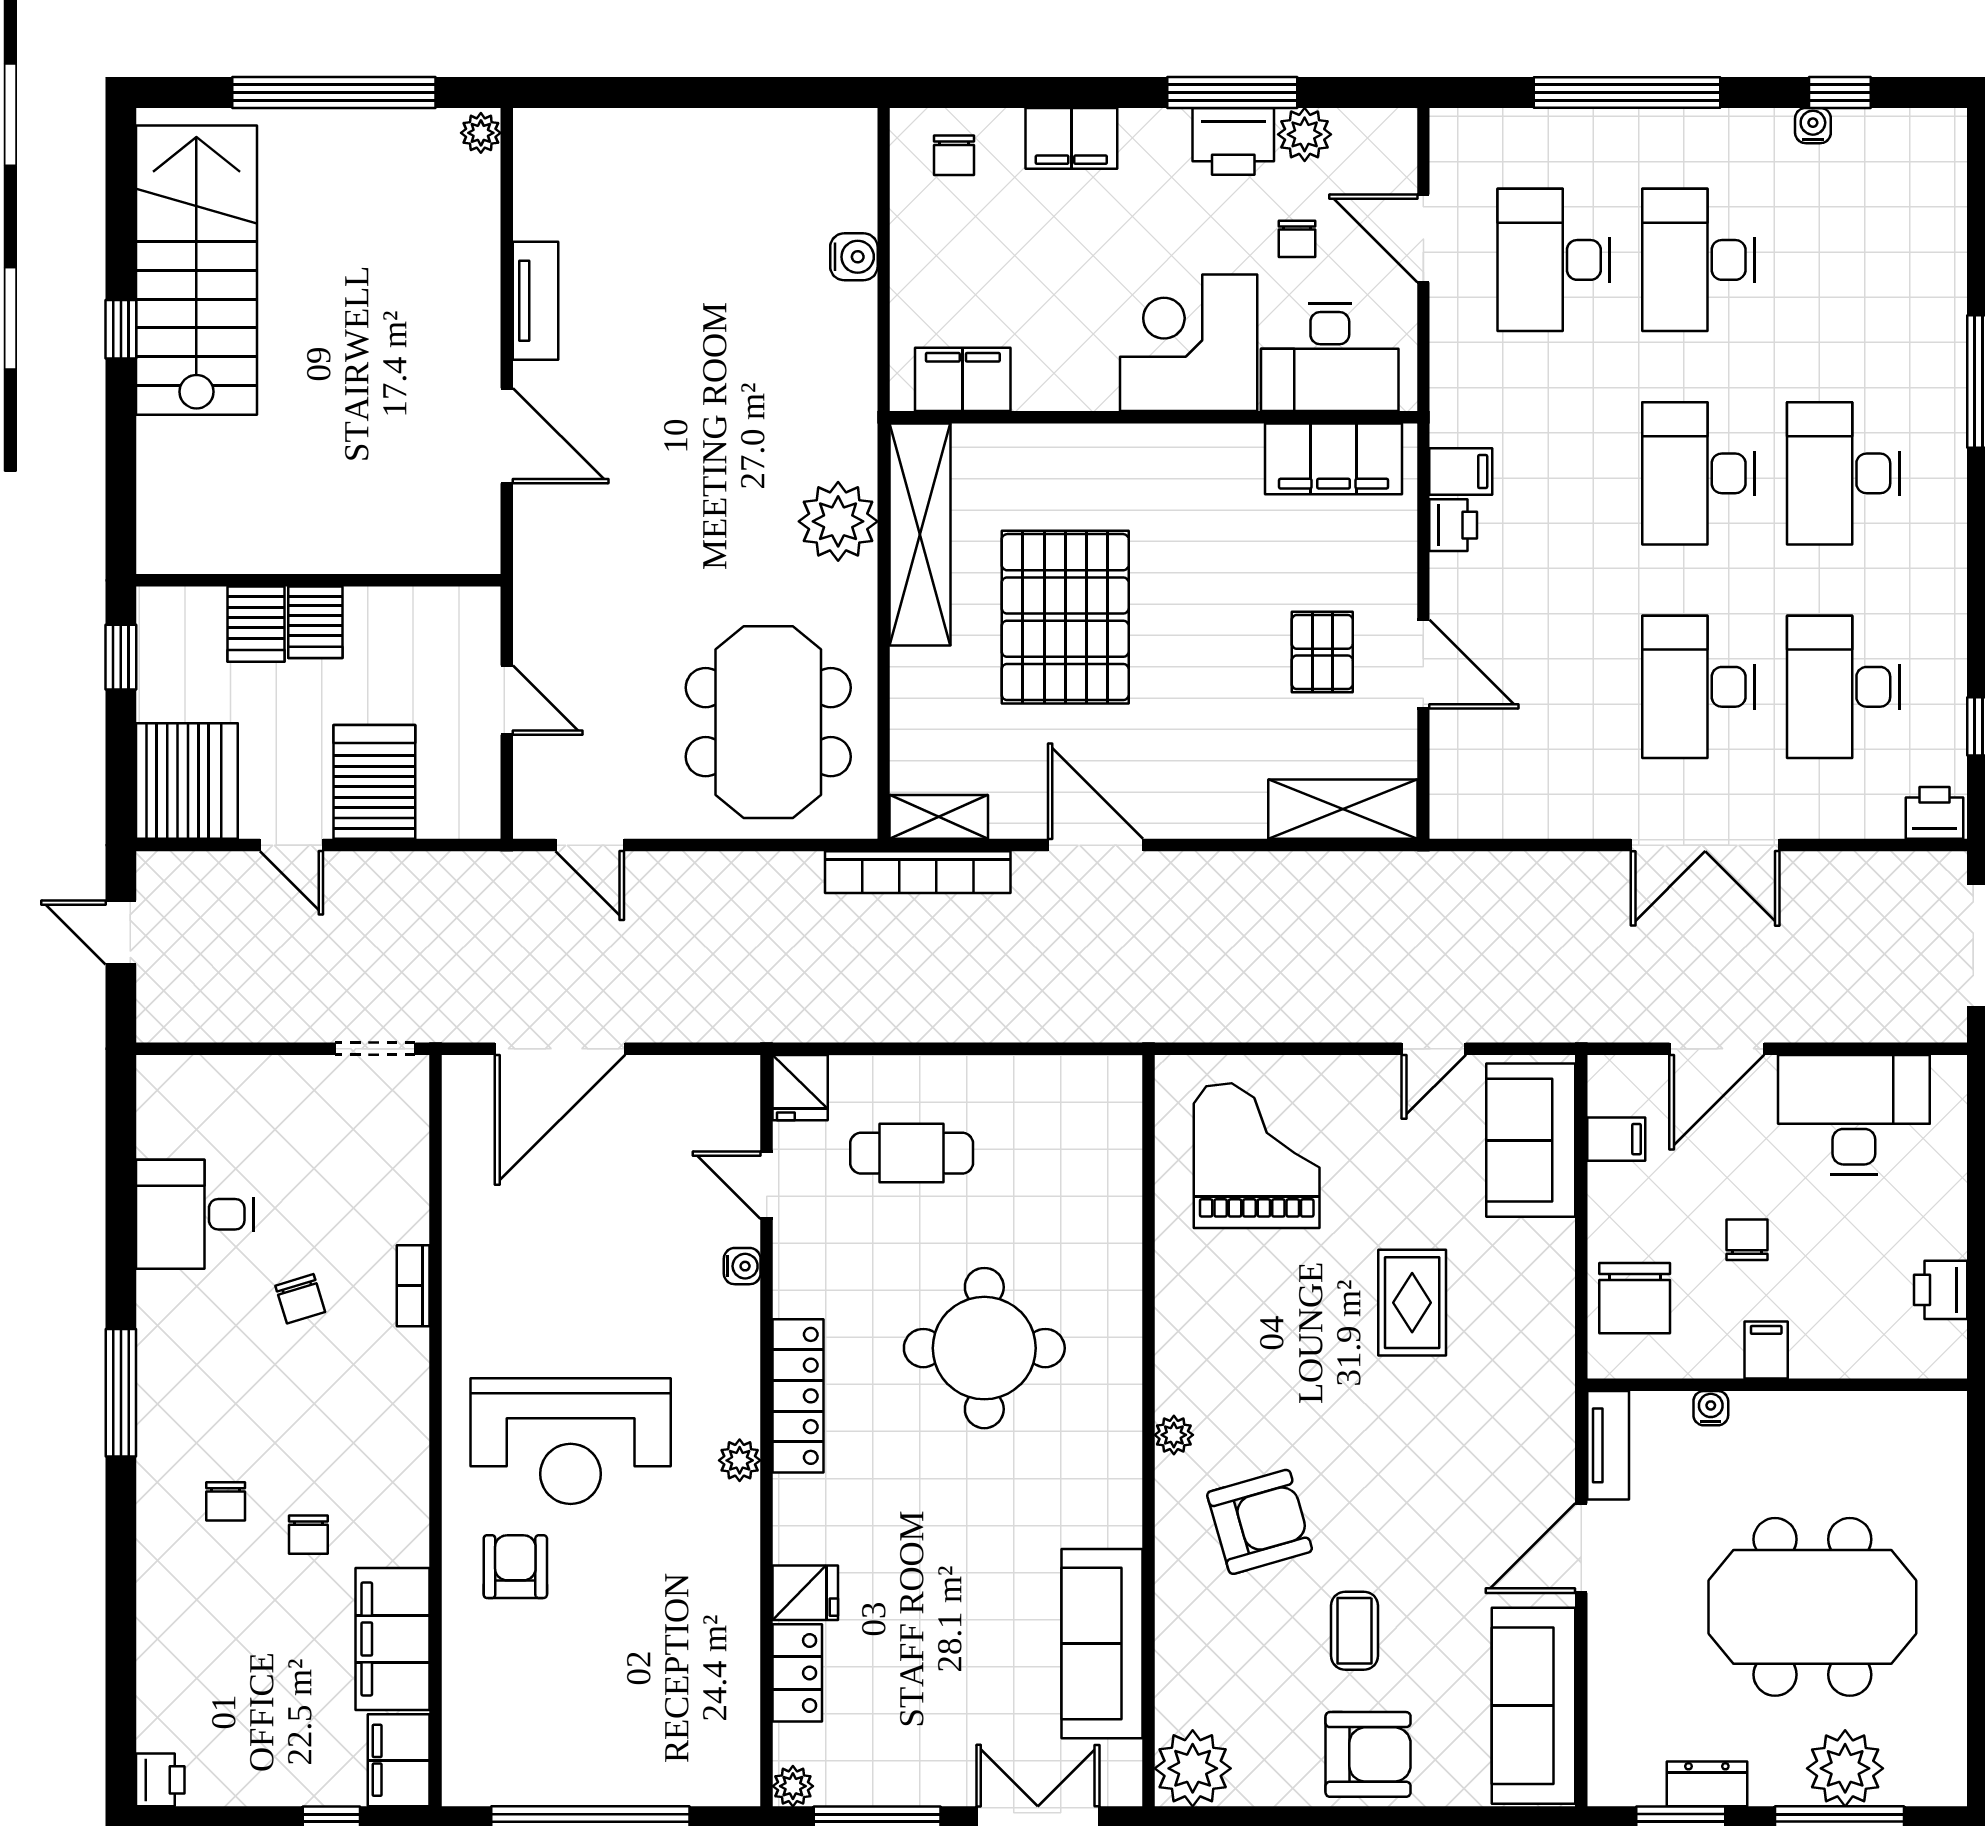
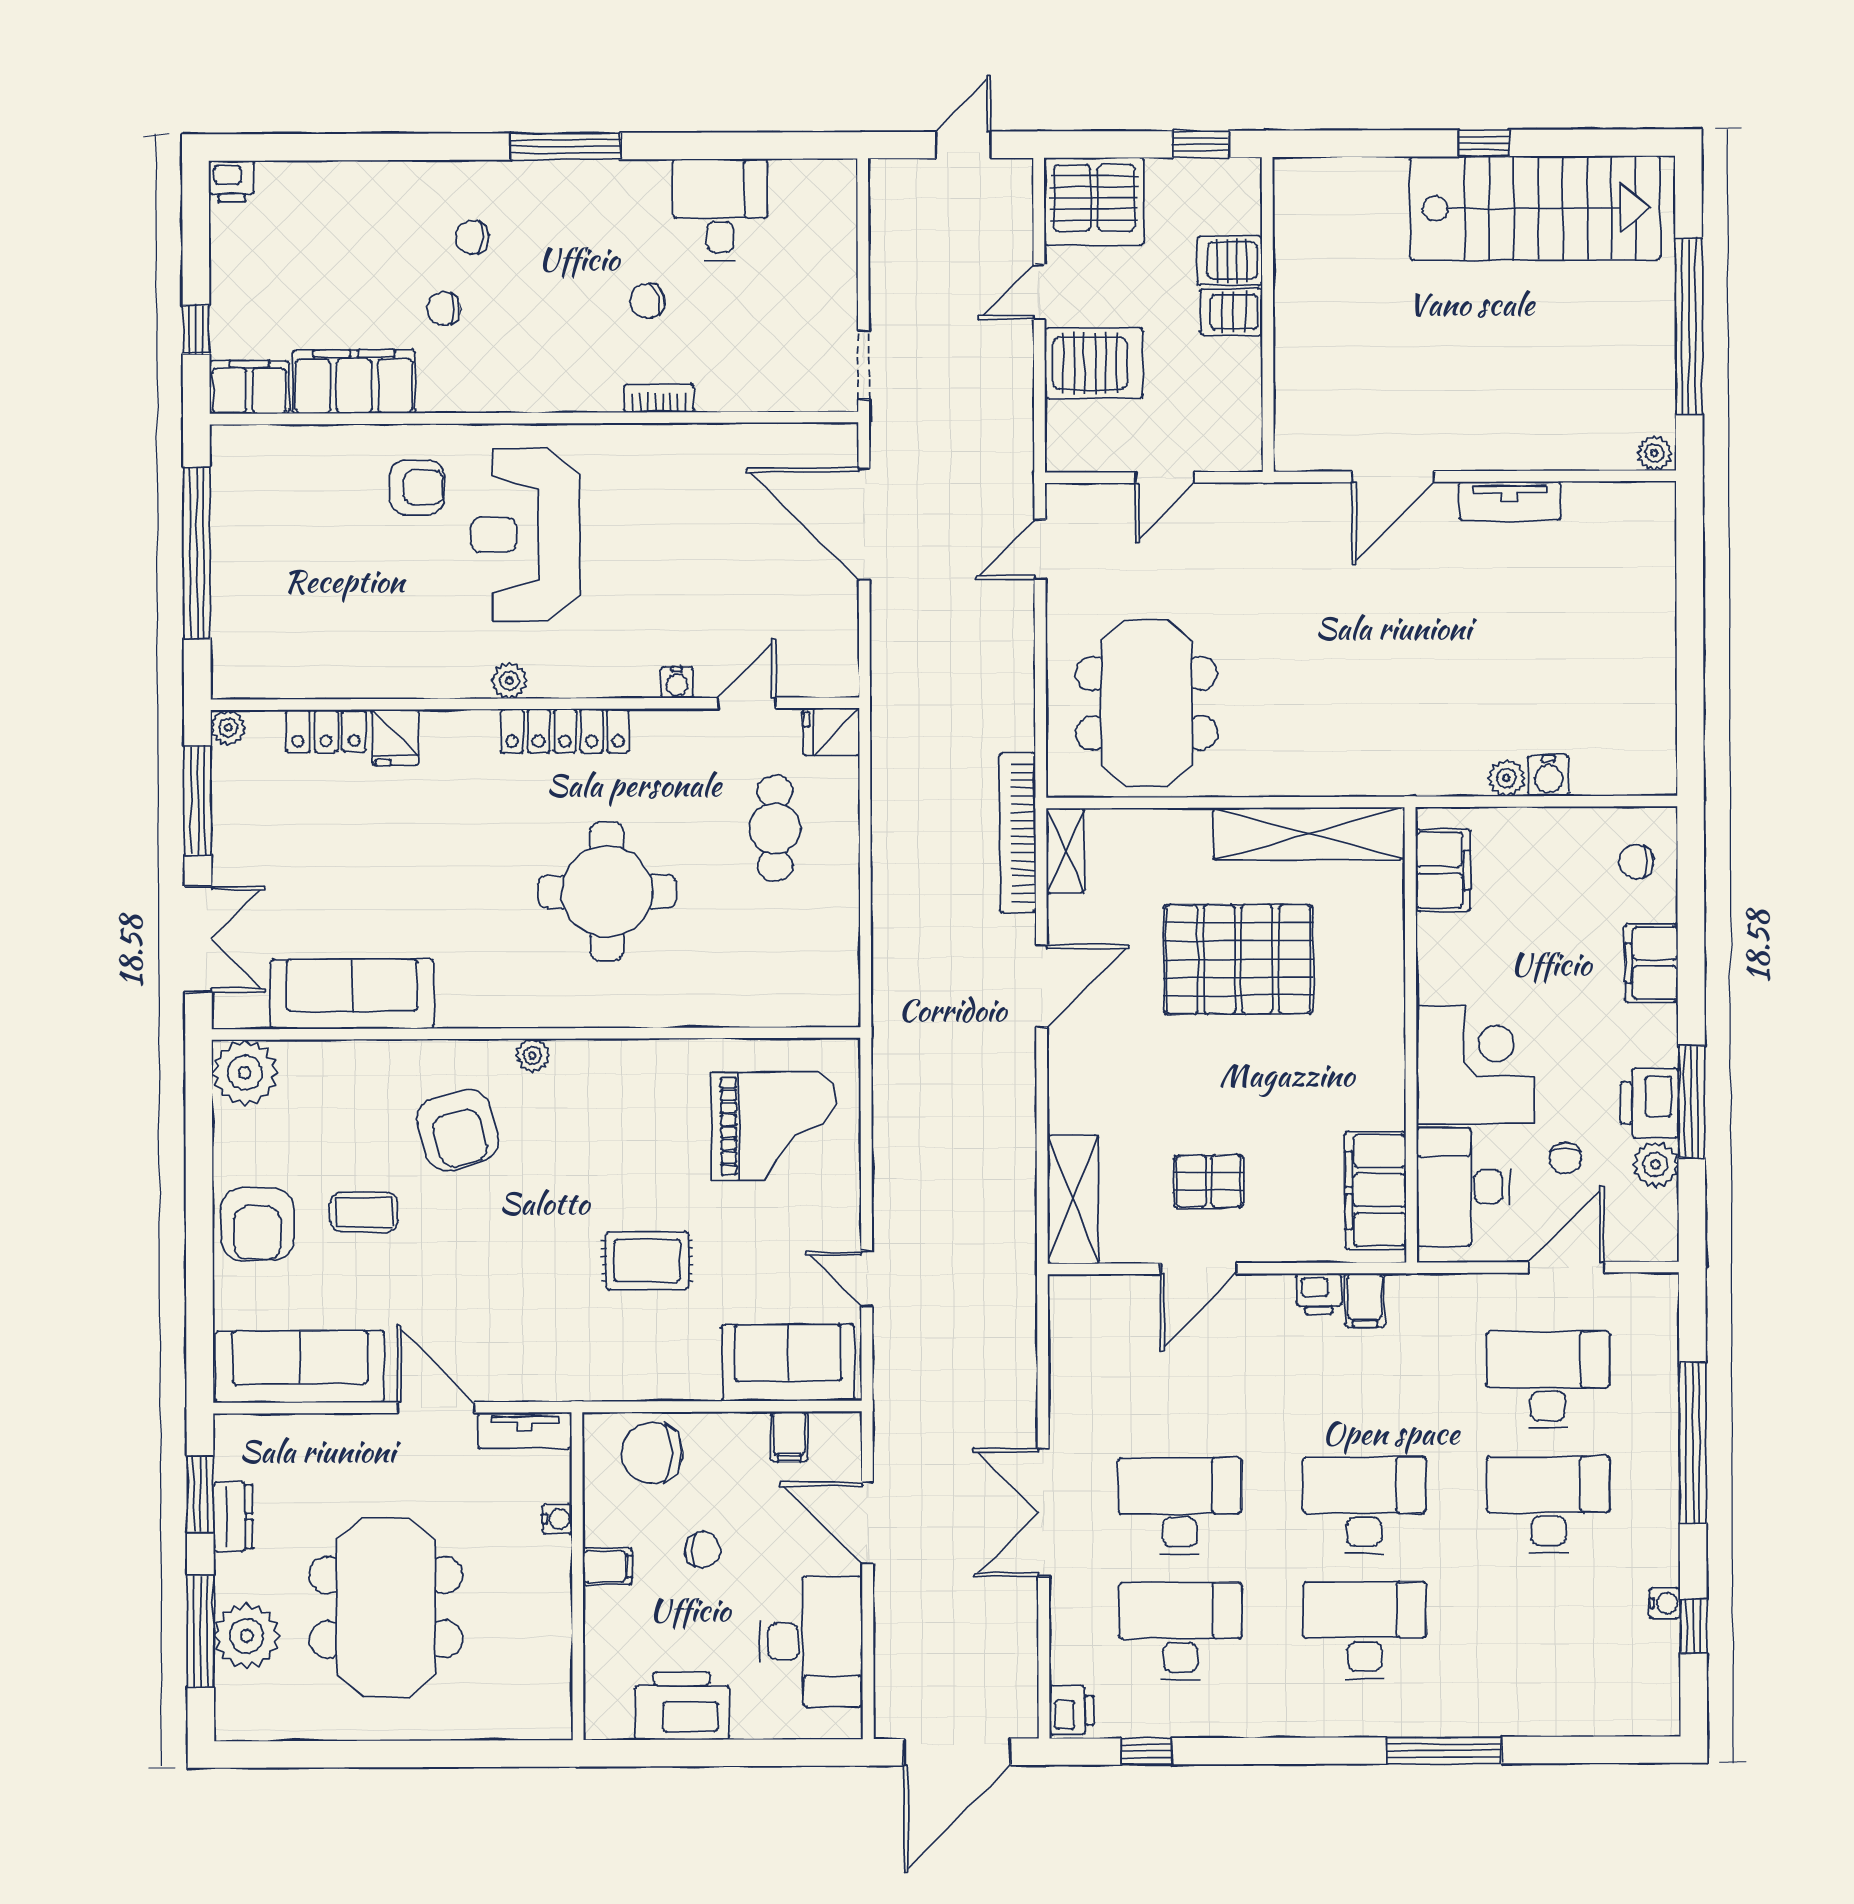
chair: (1297, 239) -> (1565, 1158), turned -90
plant: (838, 521) -> (1506, 778), moved, width x0.53, depth x0.53
meeting table: (768, 722) -> (1147, 703), turned 90
printer: (1941, 1290) -> (682, 1706), width x1.87, depth x1.48

